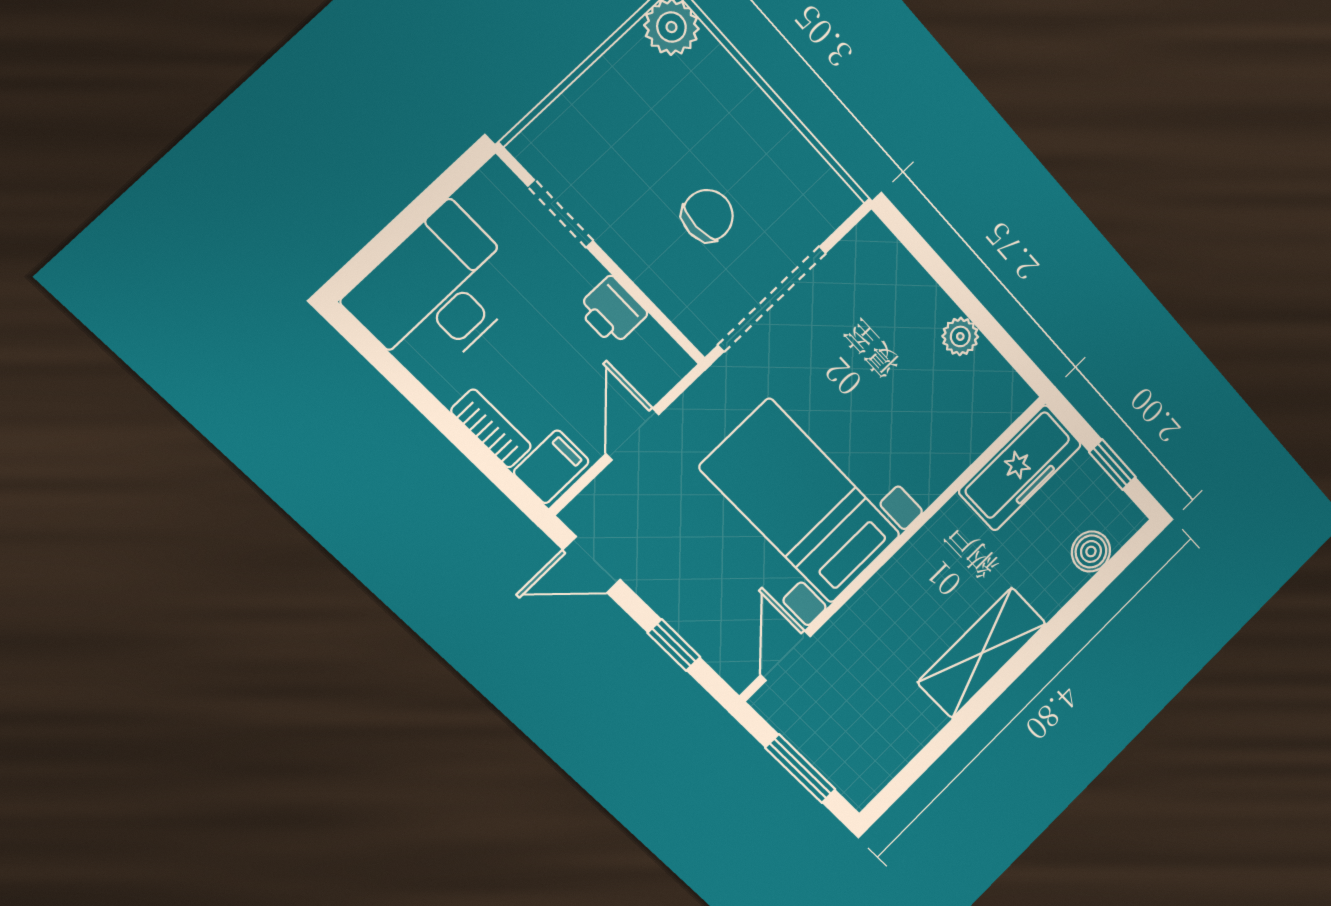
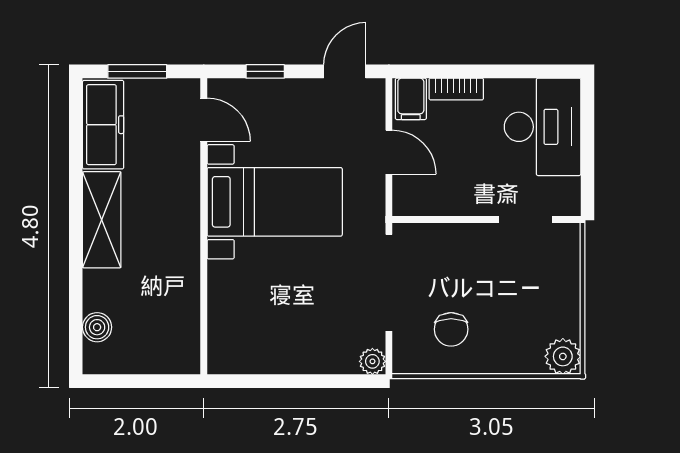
chair: (708, 216) -> (451, 329), moved
printer: (612, 311) -> (457, 200), removed
plant: (960, 336) -> (372, 361), moved
window: (1112, 465) -> (132, 381), removed
freezer: (1020, 468) -> (103, 125), moved, turned 180

